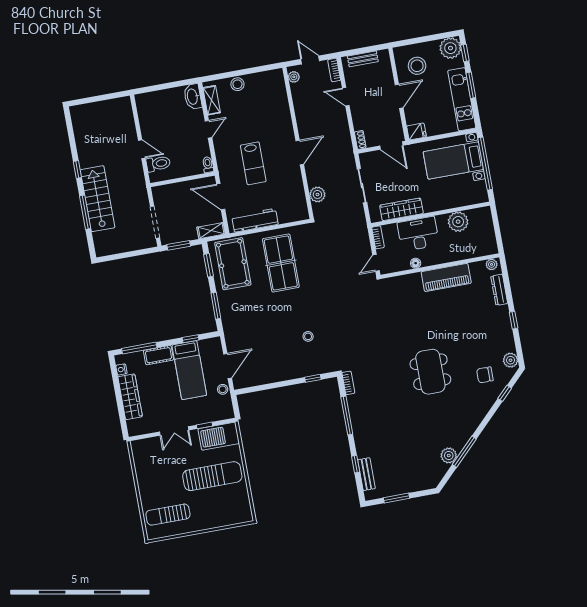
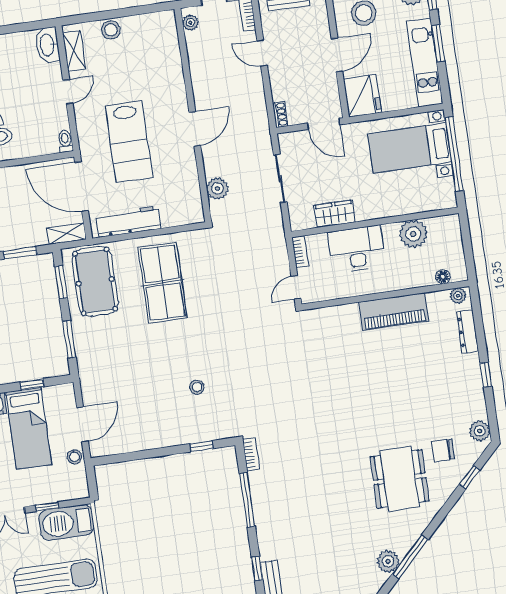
fridge: (416, 131) -> (362, 96), width x1.88, depth x1.34
lab bench: (253, 163) -> (129, 142), width x1.36, depth x1.39
door: (221, 197) -> (82, 187), width x1.36
wardrobe: (401, 209) -> (334, 214), width x0.67
floor lamp: (416, 263) -> (443, 277), moved
dining table: (430, 372) -> (400, 479), moved

